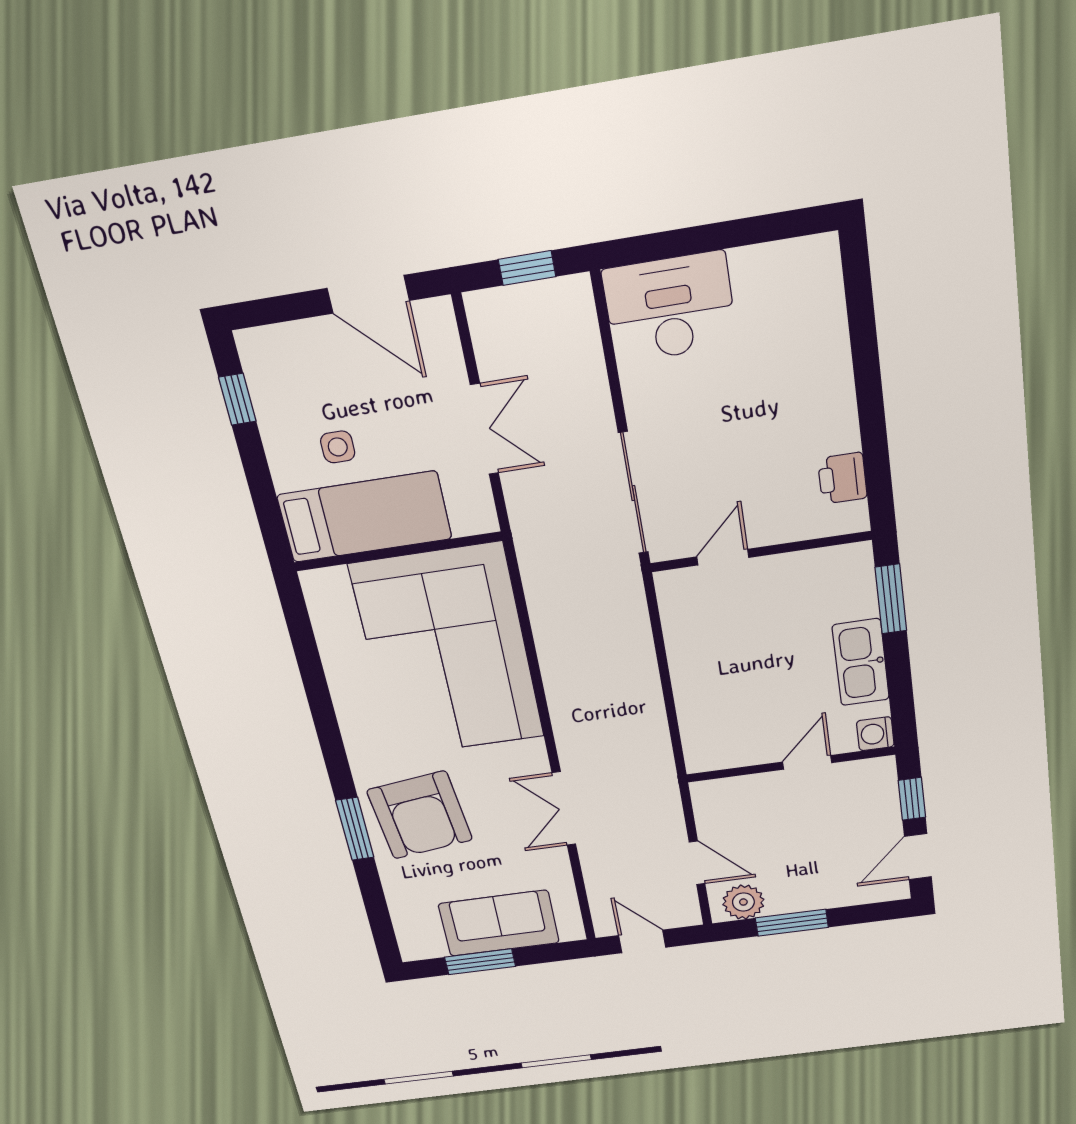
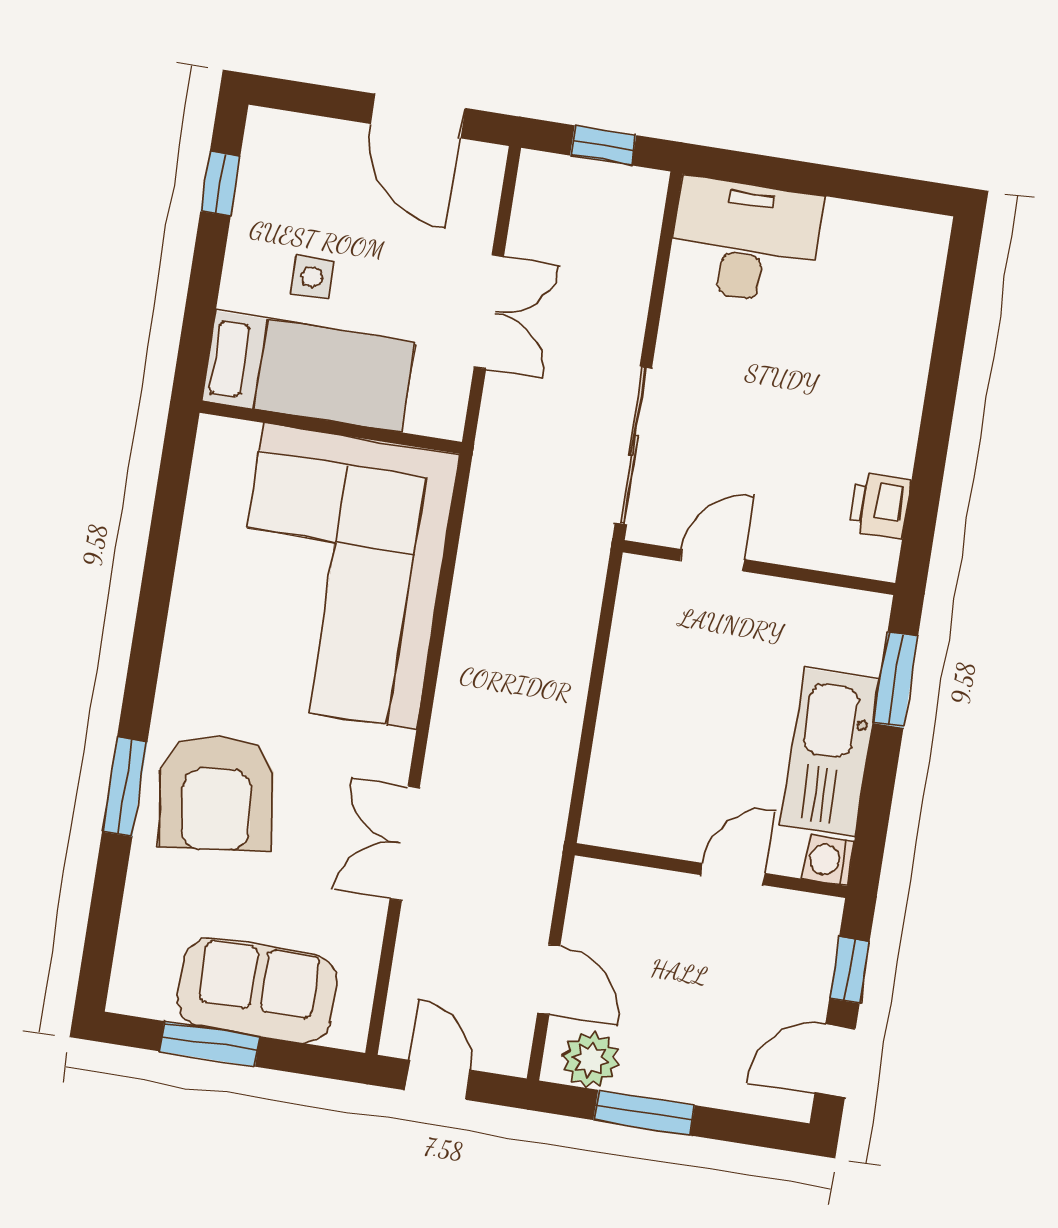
kitchen sink: (861, 662) -> (830, 753), width x1.36, depth x1.24

